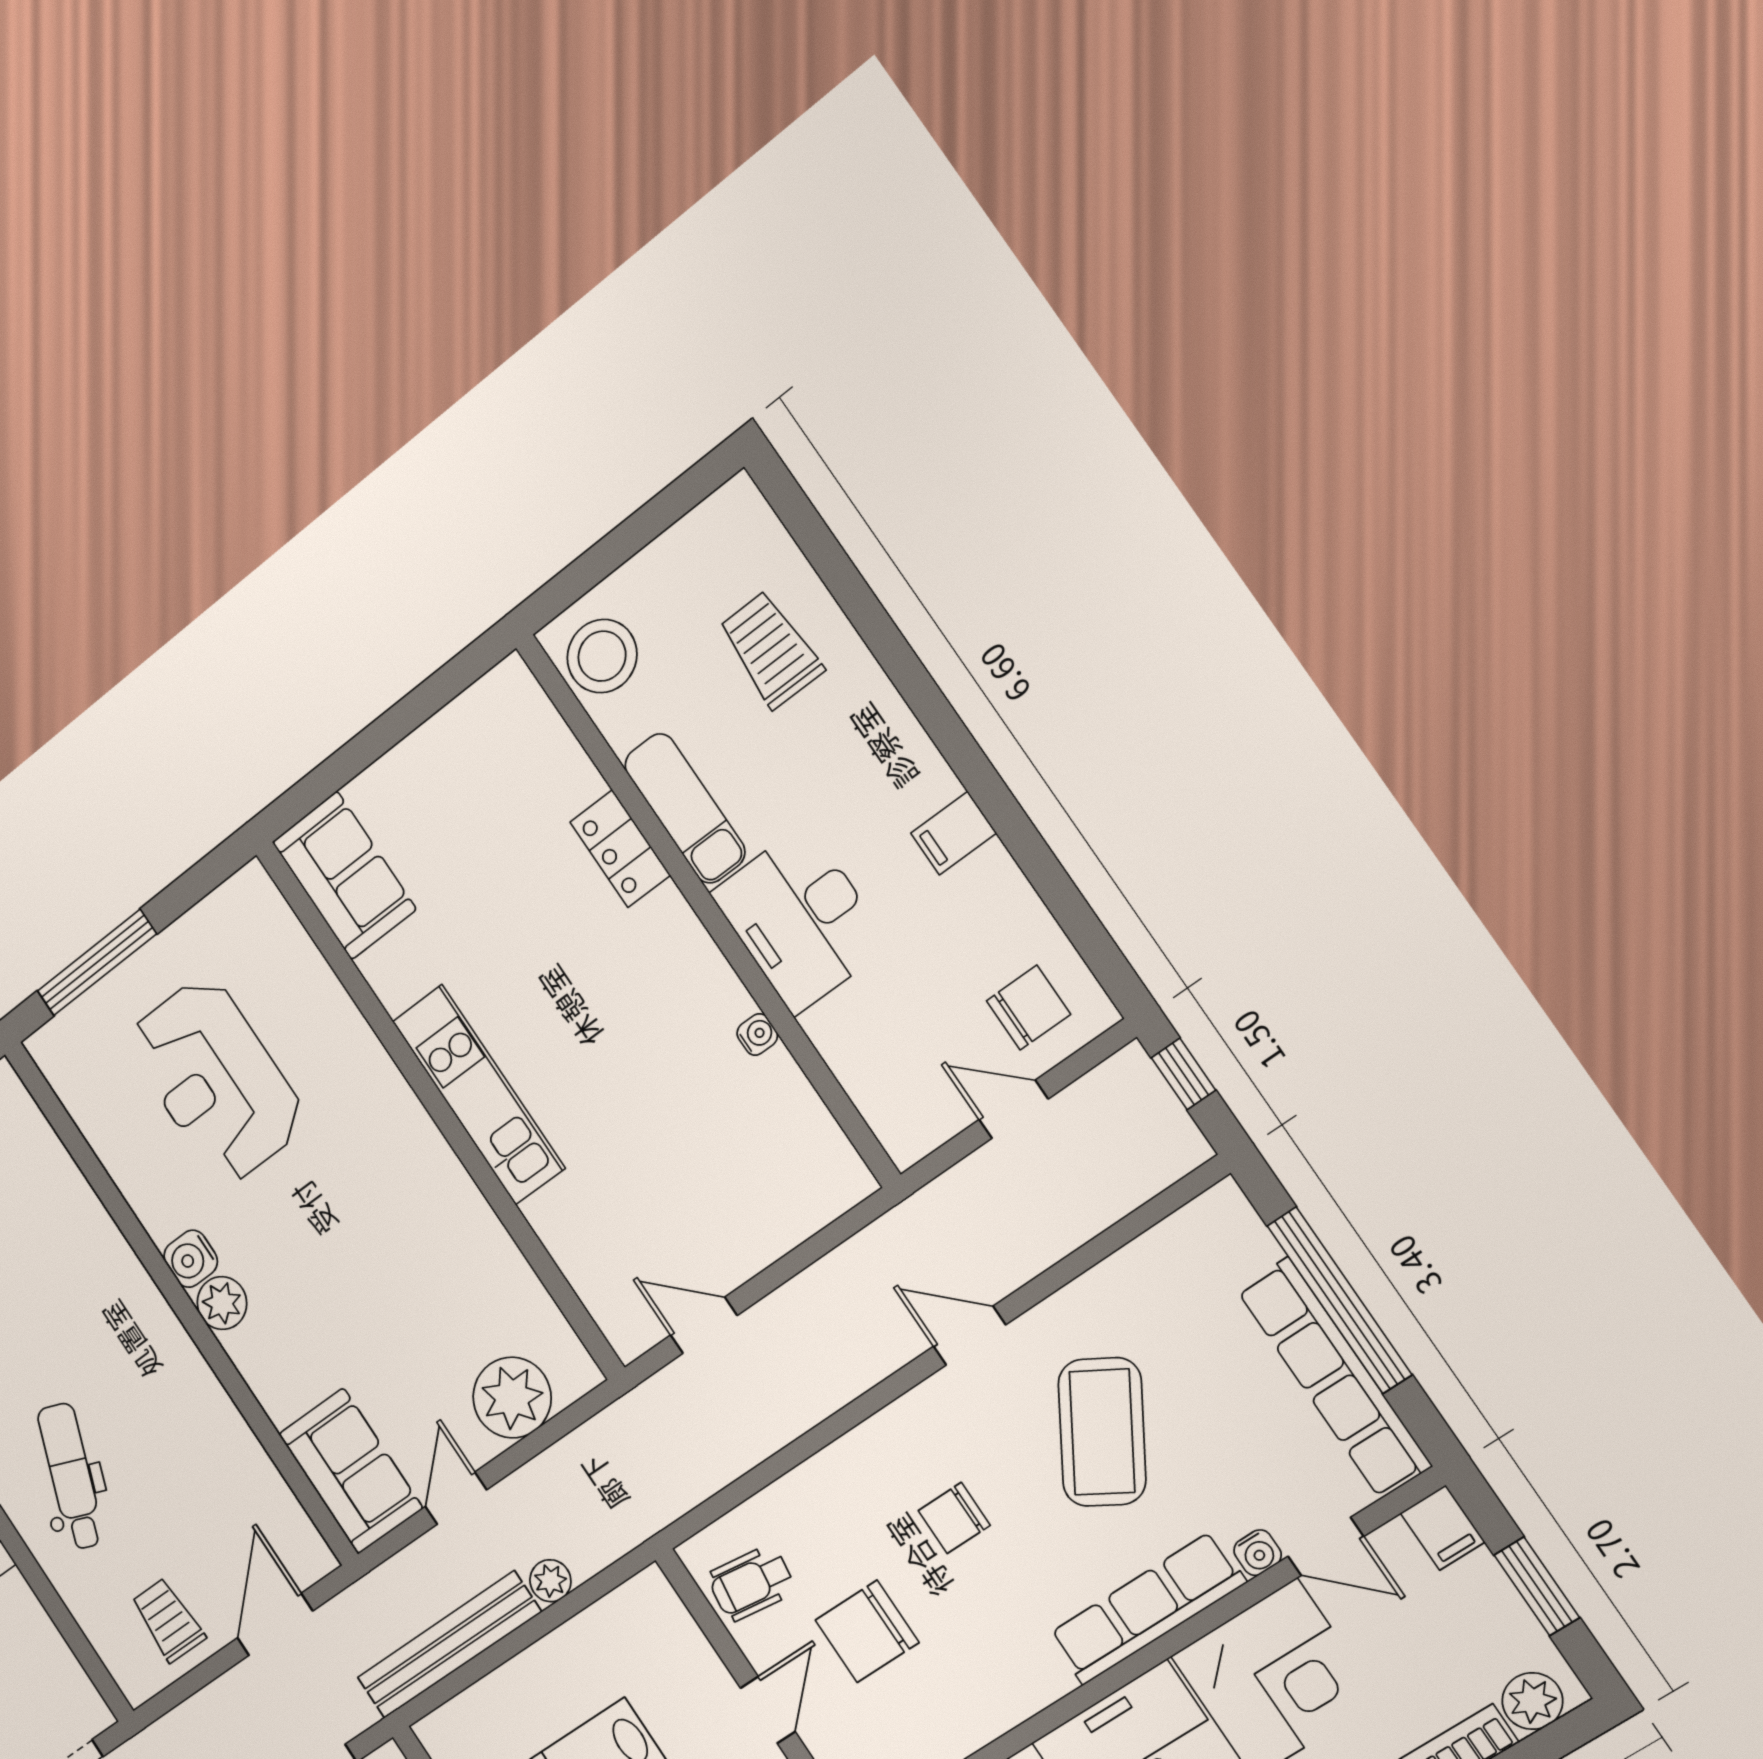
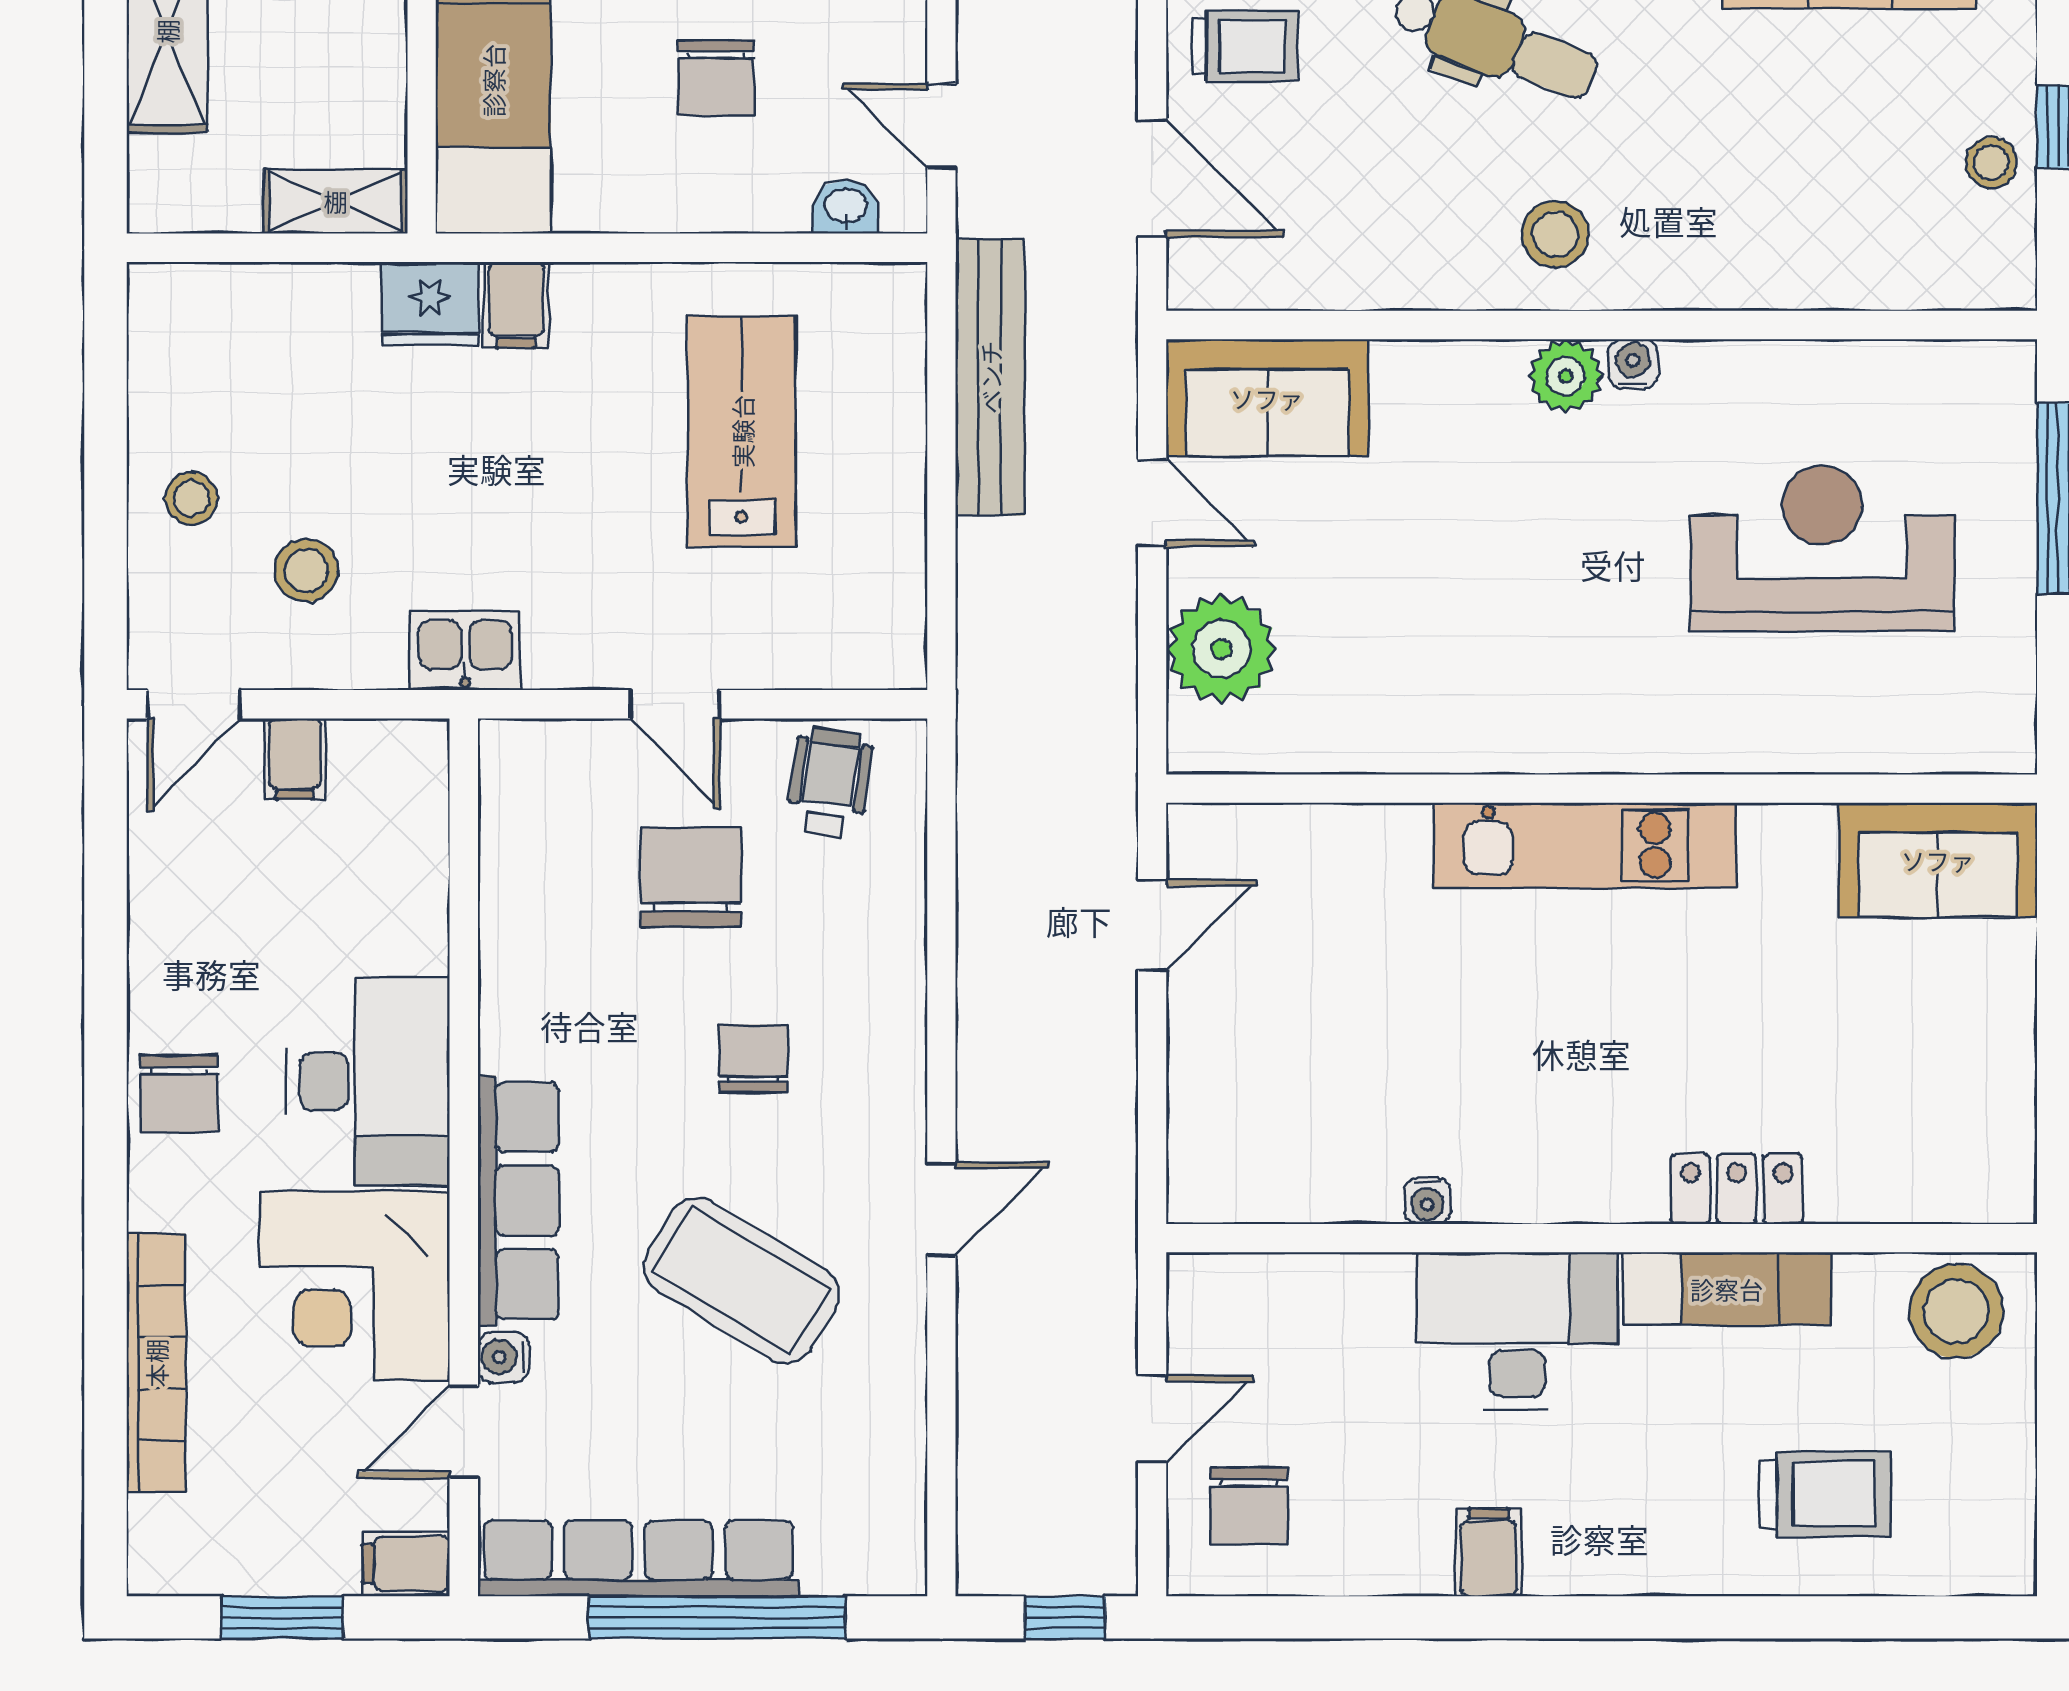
water cooler: (191, 1259) -> (1633, 364), width x0.72, depth x0.72
stool: (149, 1366) -> (1555, 234), added
plant: (550, 1581) -> (984, 550), removed
plant: (1532, 1701) -> (163, 1534), removed

